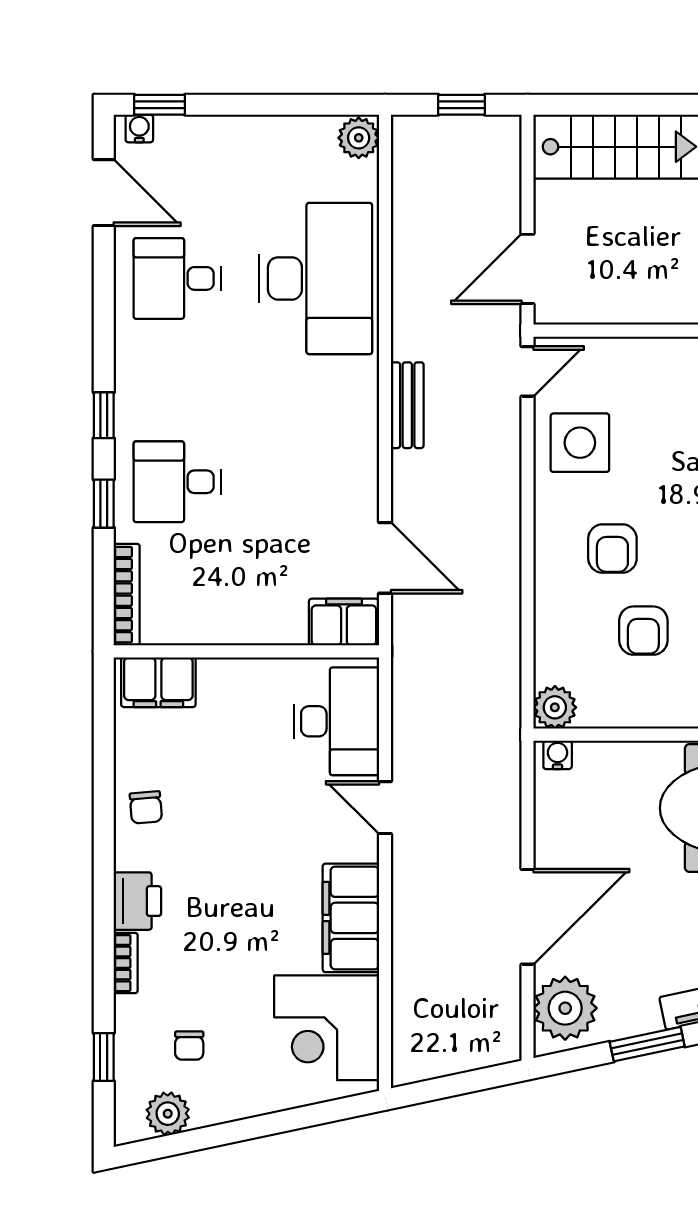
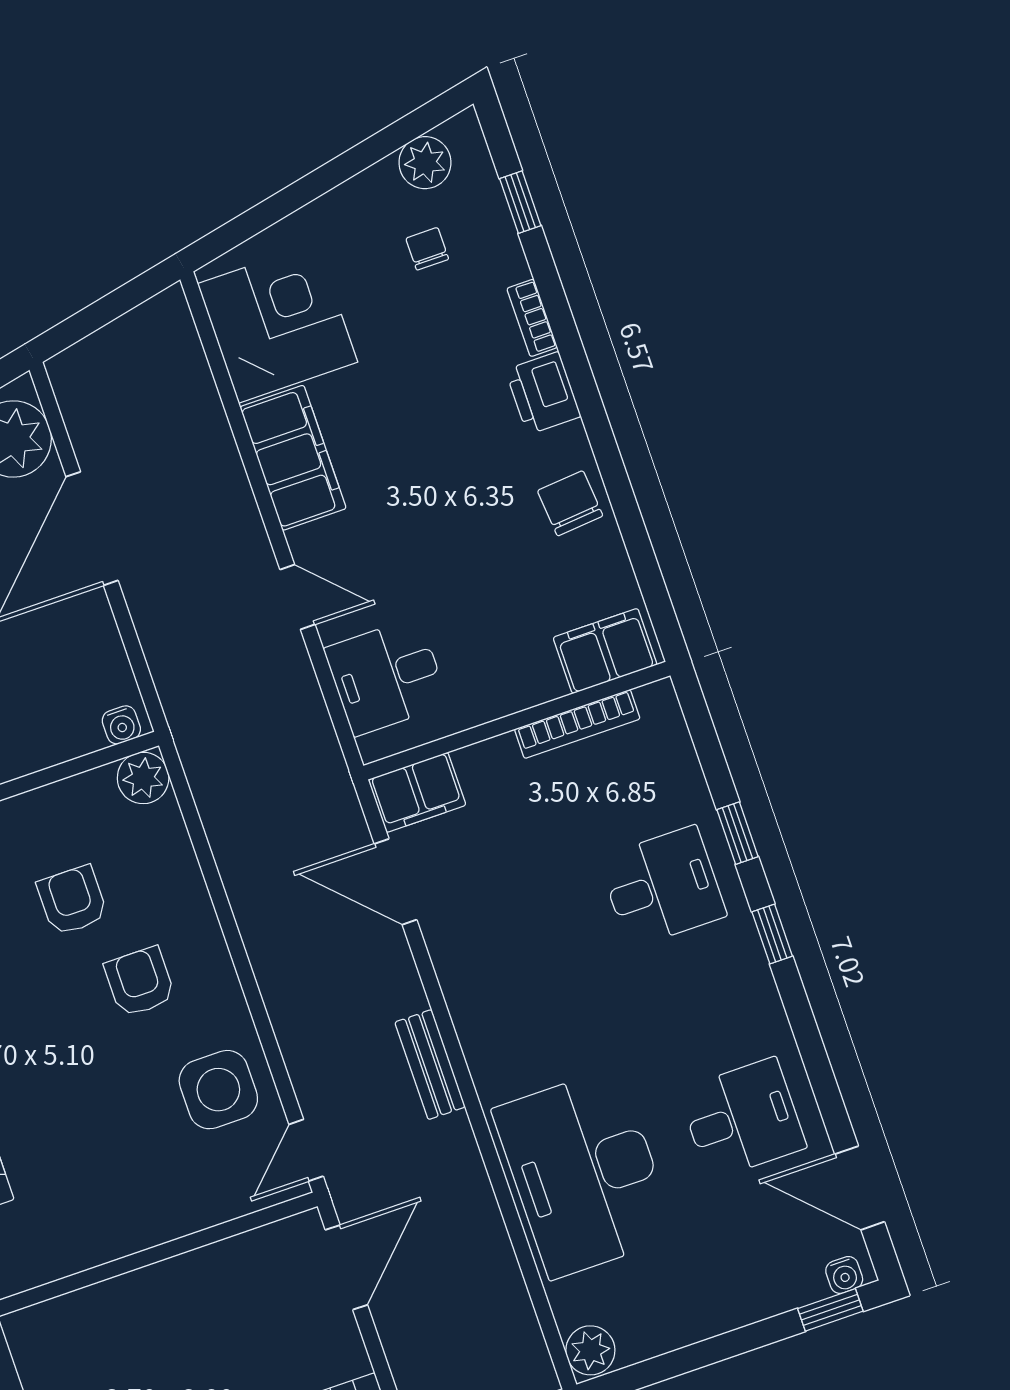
bookcase: (127, 595) -> (577, 724), moved, turned -90
desk: (337, 721) -> (386, 676), width x0.73
chair: (146, 807) -> (570, 503), width x1.37, depth x1.37

